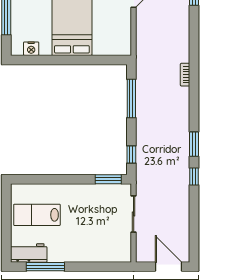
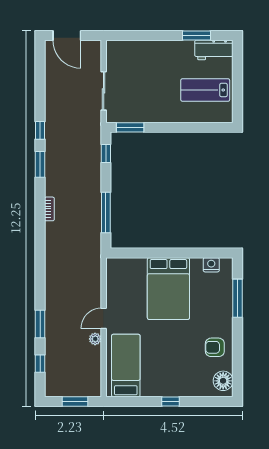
bookcase: (185, 75) -> (49, 209), moved
lab bench: (37, 215) -> (205, 90), turned 180
window: (45, 267) -> (196, 35), width x0.69

